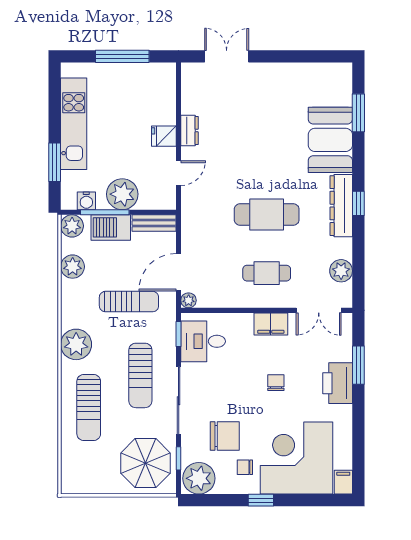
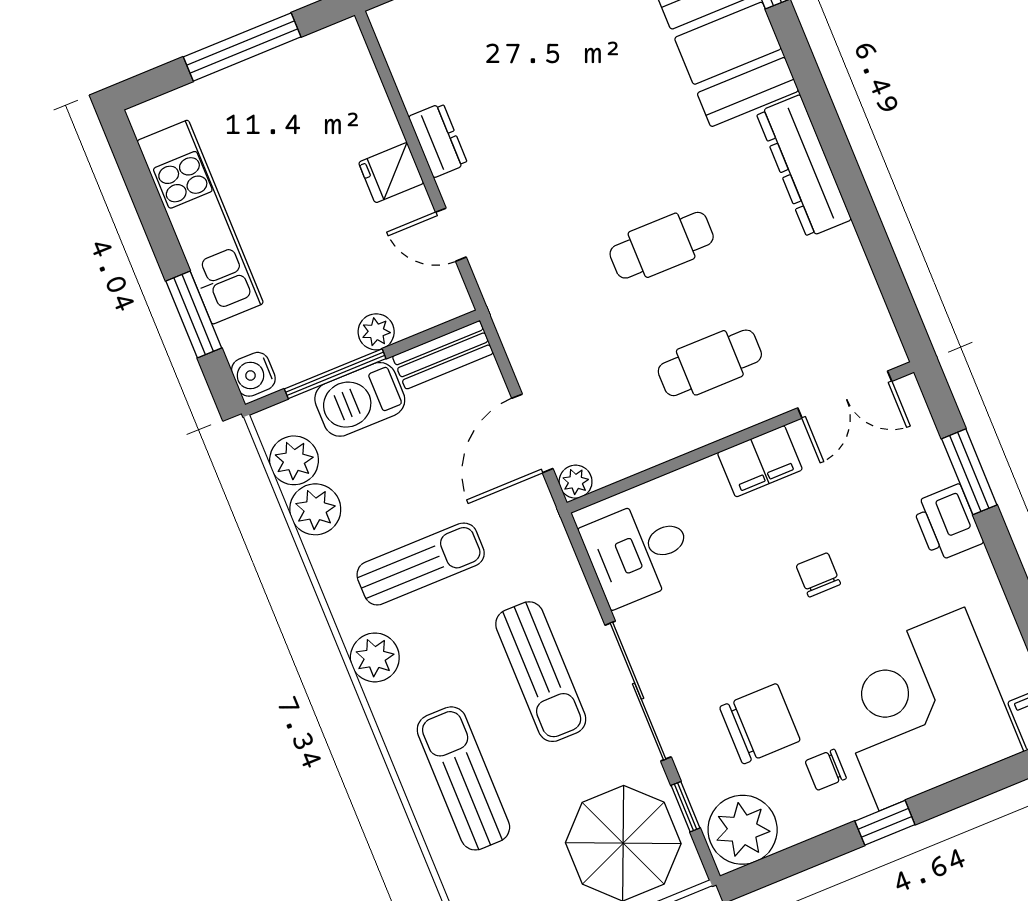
door: (179, 173) -> (451, 235), swing flipped
plant: (122, 194) -> (376, 332), width x0.53, depth x0.53
water cooler: (86, 201) -> (253, 374), moved, turned 90
window: (358, 203) -> (836, 148), removed
cafe table: (267, 214) -> (662, 245), width x0.73, depth x0.74
plant: (72, 226) -> (294, 460), moved
plant: (341, 271) -> (857, 297), removed
sun lounger: (129, 302) -> (421, 564), moved
window: (179, 334) -> (583, 557), removed
plant: (76, 344) -> (375, 657), width x0.73, depth x0.73
printer: (338, 383) -> (947, 523), width x0.73, depth x0.84
sun lounger: (89, 407) -> (463, 778), turned 180

